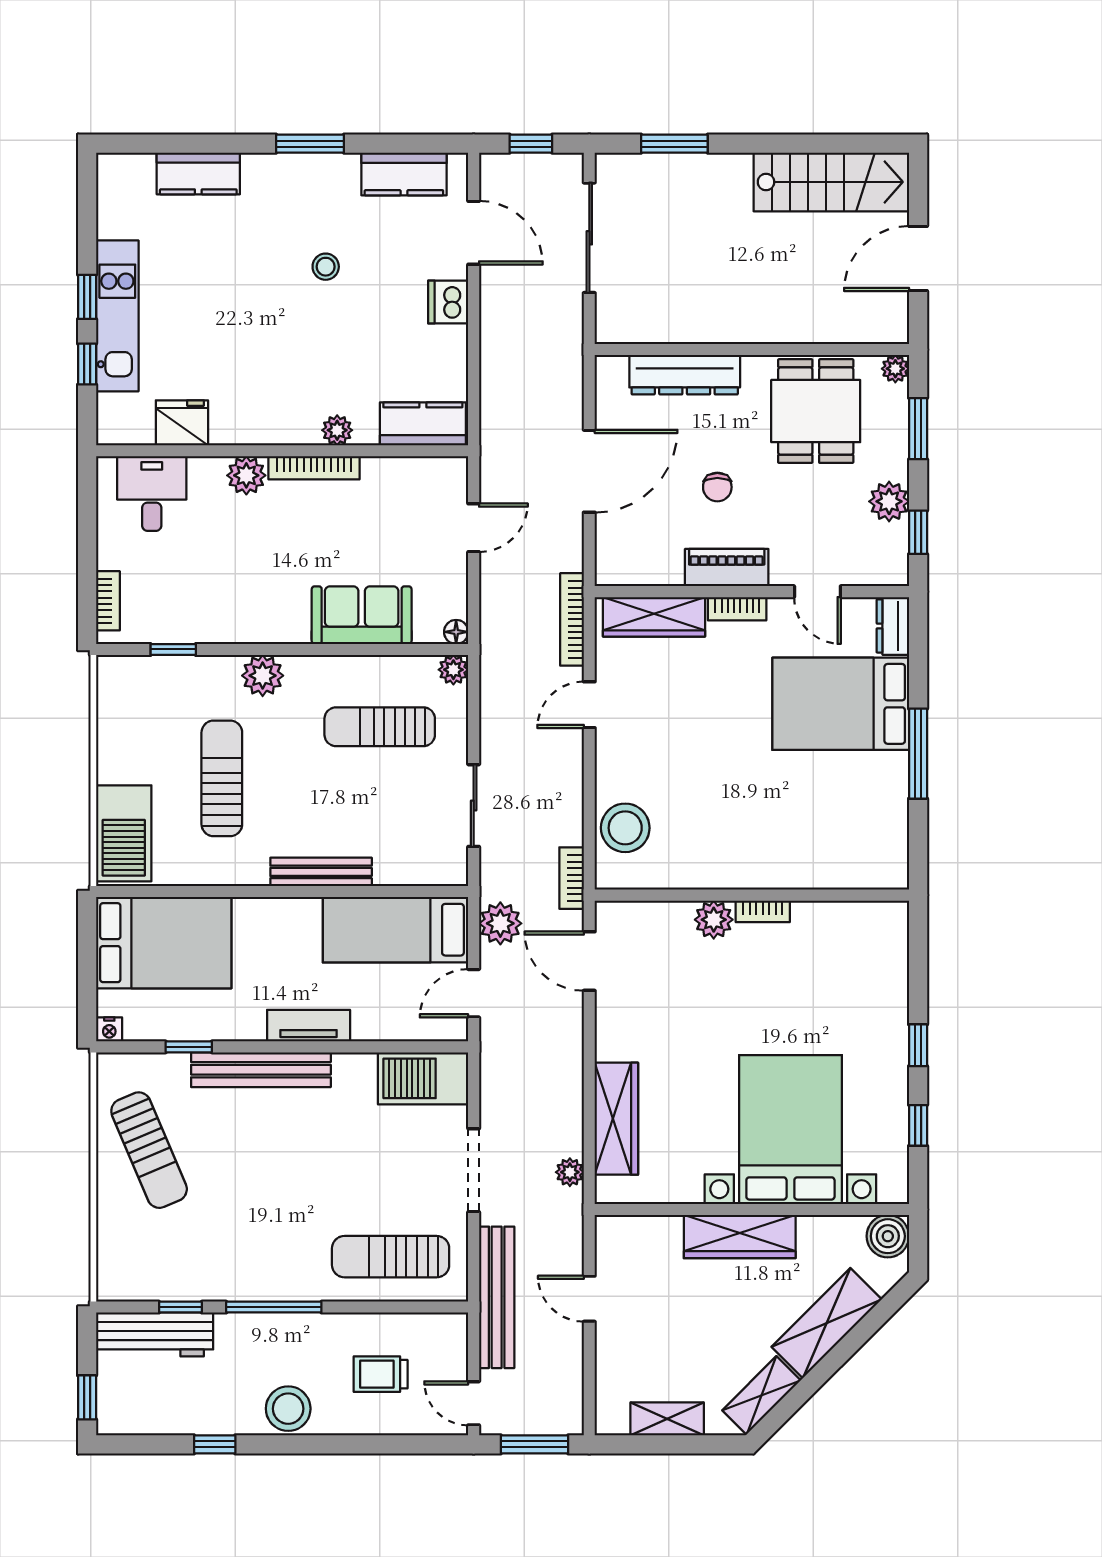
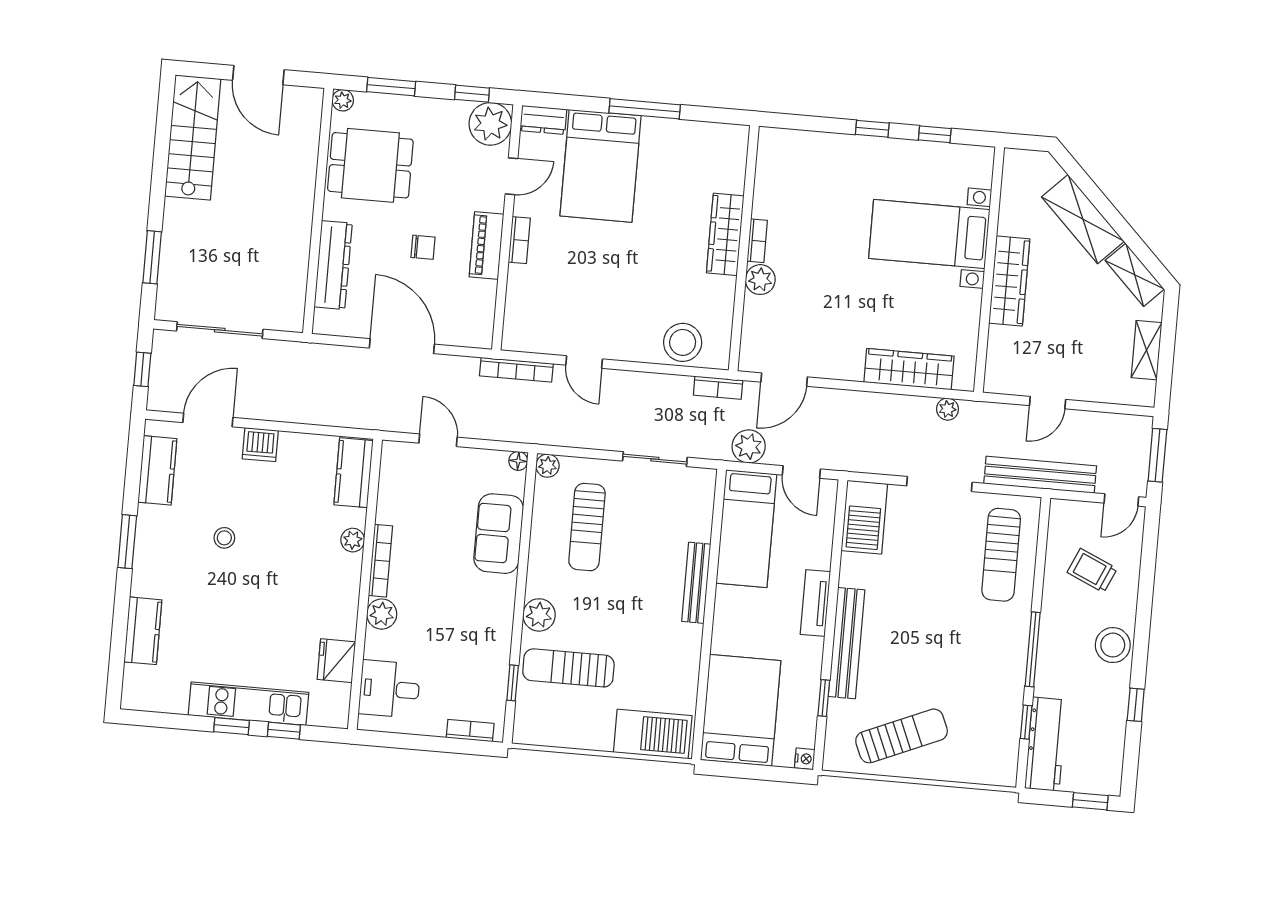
plant: (889, 501) -> (490, 124), moved, width x1.36, depth x1.36
wardrobe: (654, 617) -> (725, 234), moved, turned 180
sun lounger: (222, 778) -> (568, 668), moved
bed with nightstands: (790, 1130) -> (929, 234), width x0.73
boiler: (888, 1236) -> (1019, 165), removed
trolley: (381, 1374) -> (1092, 571), turned 114

